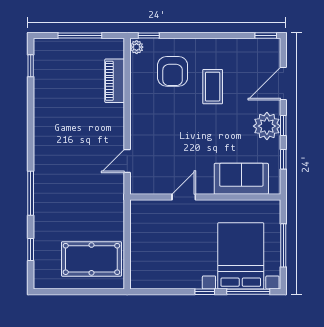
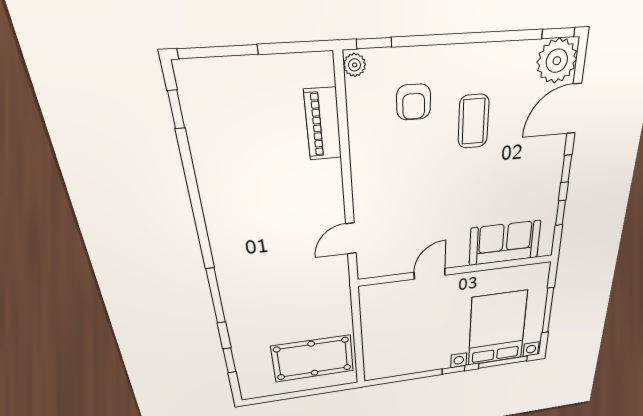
window: (80, 36) -> (218, 52), moved
armchair: (173, 71) -> (414, 102), width x0.72, depth x0.72
plant: (267, 126) -> (557, 61), moved

